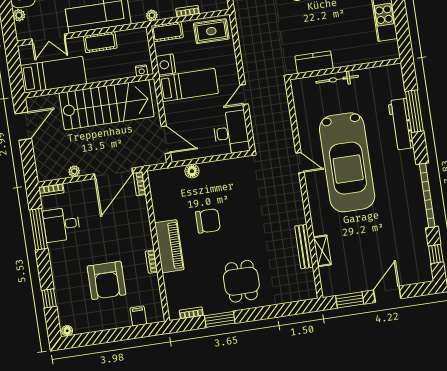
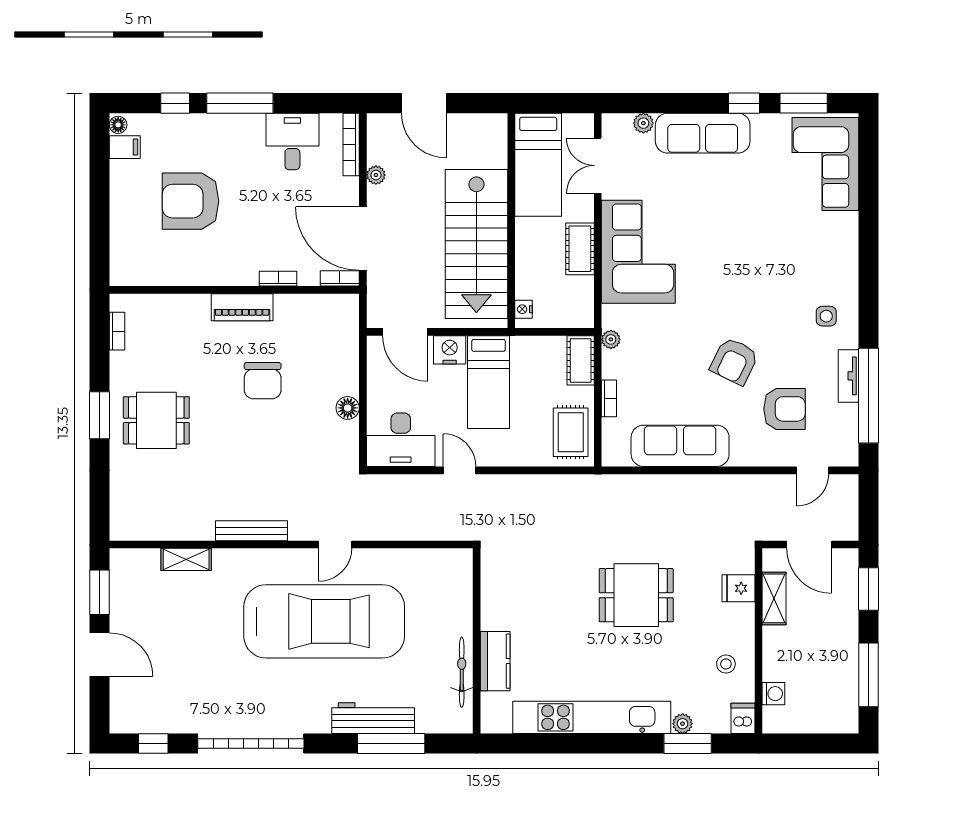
kitchen counter: (314, 62) -> (495, 661), moved
nightstand: (166, 65) -> (450, 350), moved
bicycle: (337, 79) -> (462, 672), moved
door: (23, 126) -> (424, 103), moved
door: (166, 140) -> (405, 332), hinge flipped
car: (347, 162) -> (324, 621), turned 180
floor lamp: (192, 171) -> (348, 408), moved
bookcase: (51, 190) -> (351, 144), width x1.56
window: (39, 229) -> (240, 103), moved
piano: (169, 246) -> (242, 307), width x0.73, depth x0.75
bench: (304, 247) -> (251, 531), moved
bookcase: (151, 262) -> (278, 279), moved
filing cabinet: (138, 316) -> (125, 147), moved
window: (220, 319) -> (100, 415), moved

